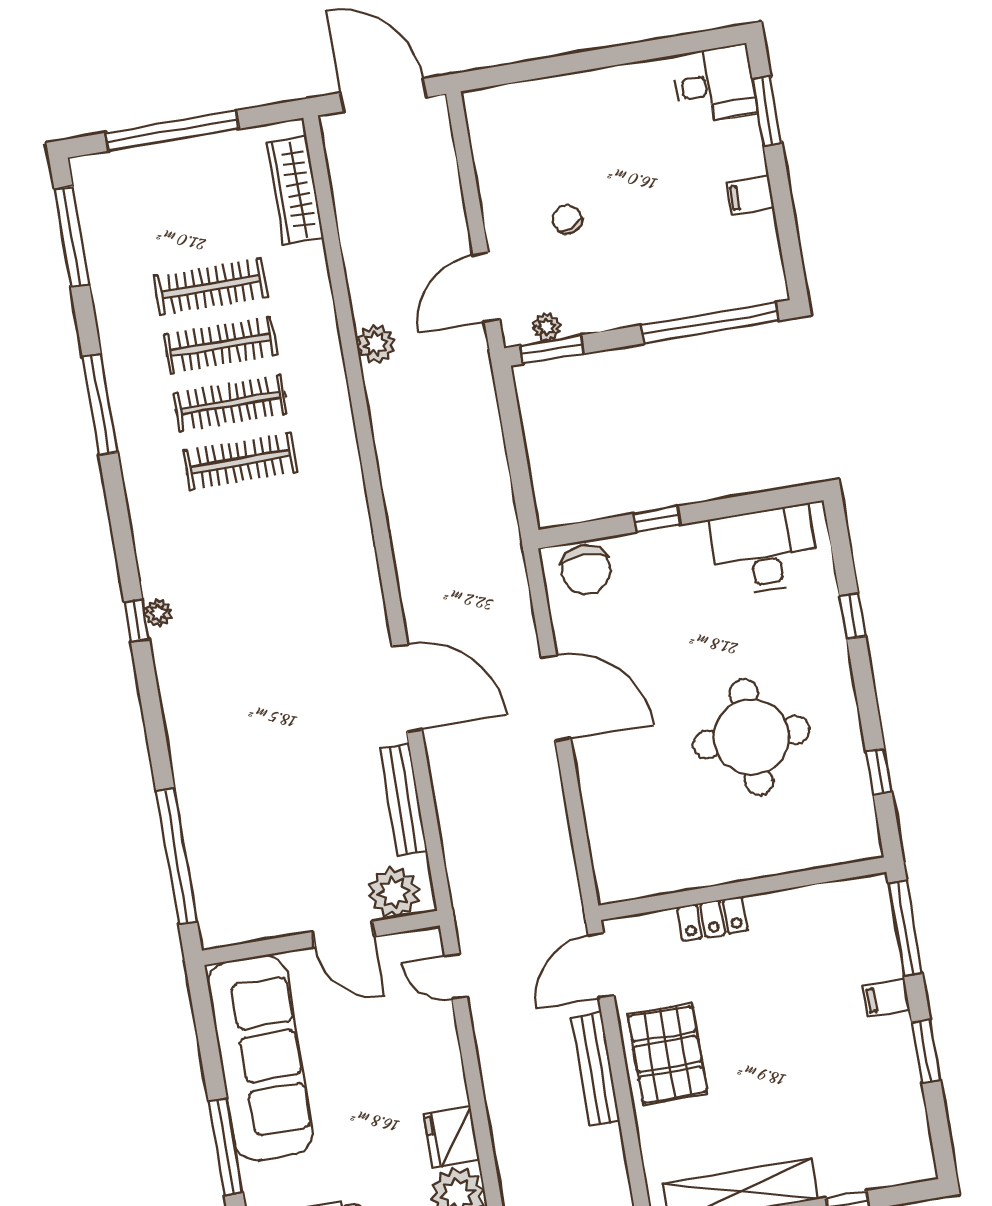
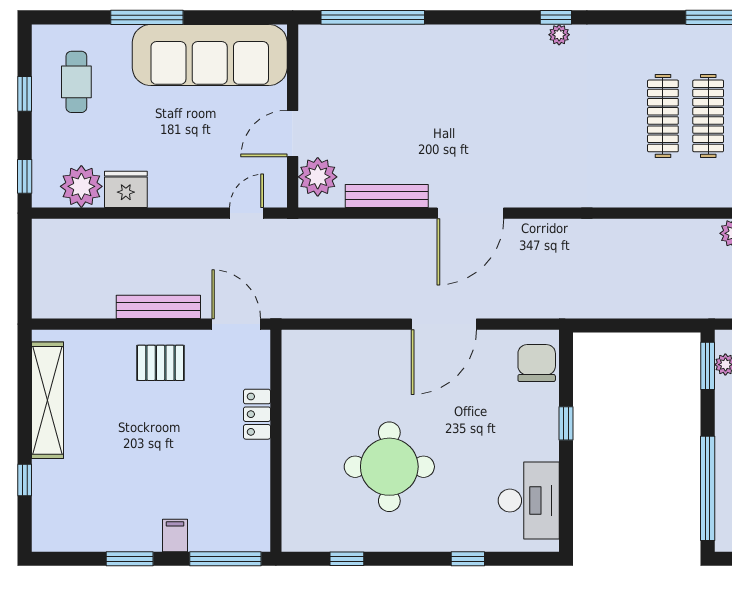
chair: (586, 570) -> (537, 363), turned 90
pallet: (667, 1054) -> (161, 363), width x0.67, depth x0.71

